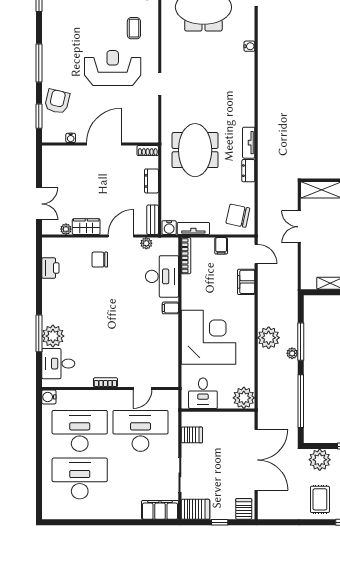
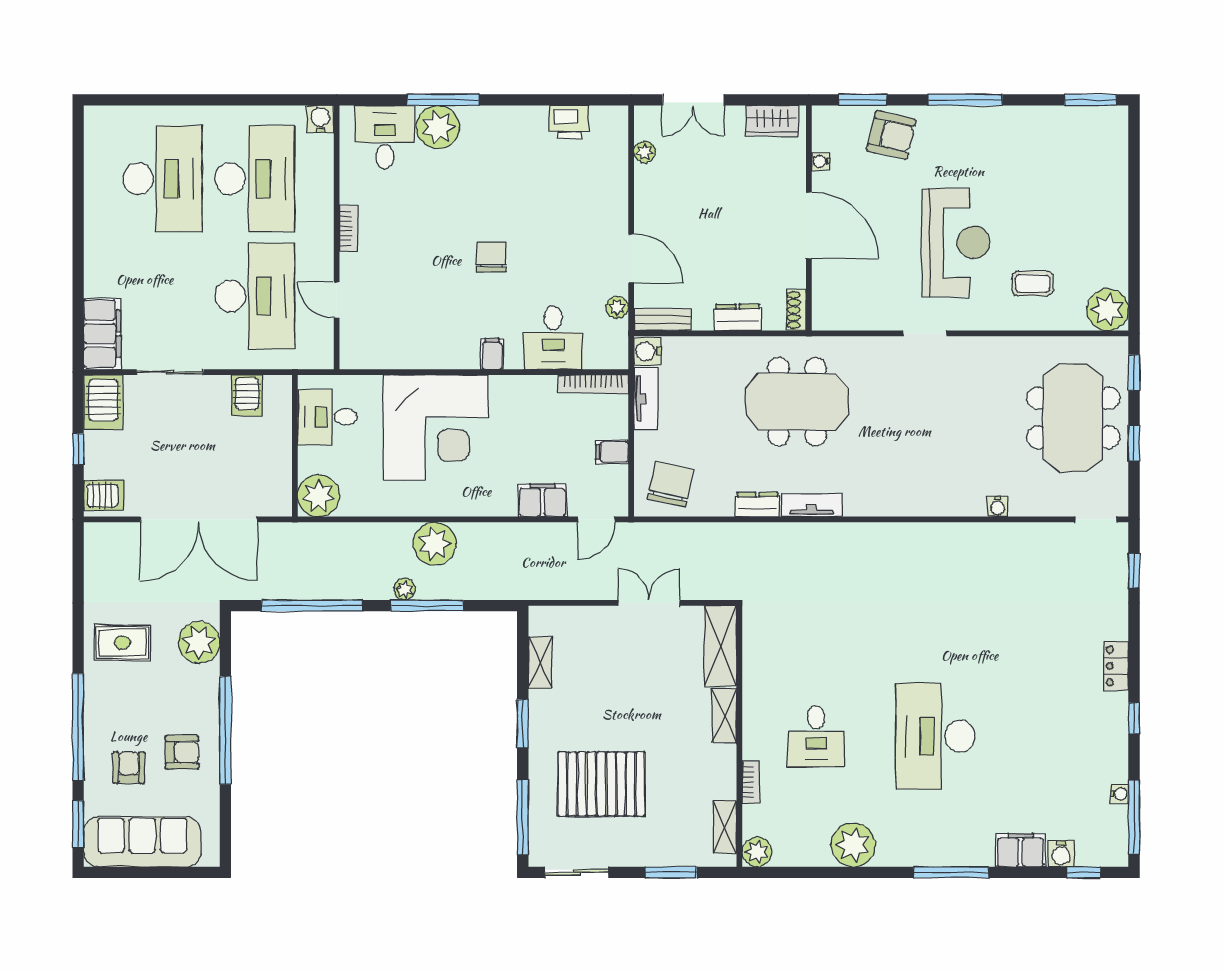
wardrobe: (86, 227) -> (772, 121), moved, turned 90
chair: (100, 260) -> (491, 257), moved
desk: (162, 276) -> (553, 338), width x0.73

